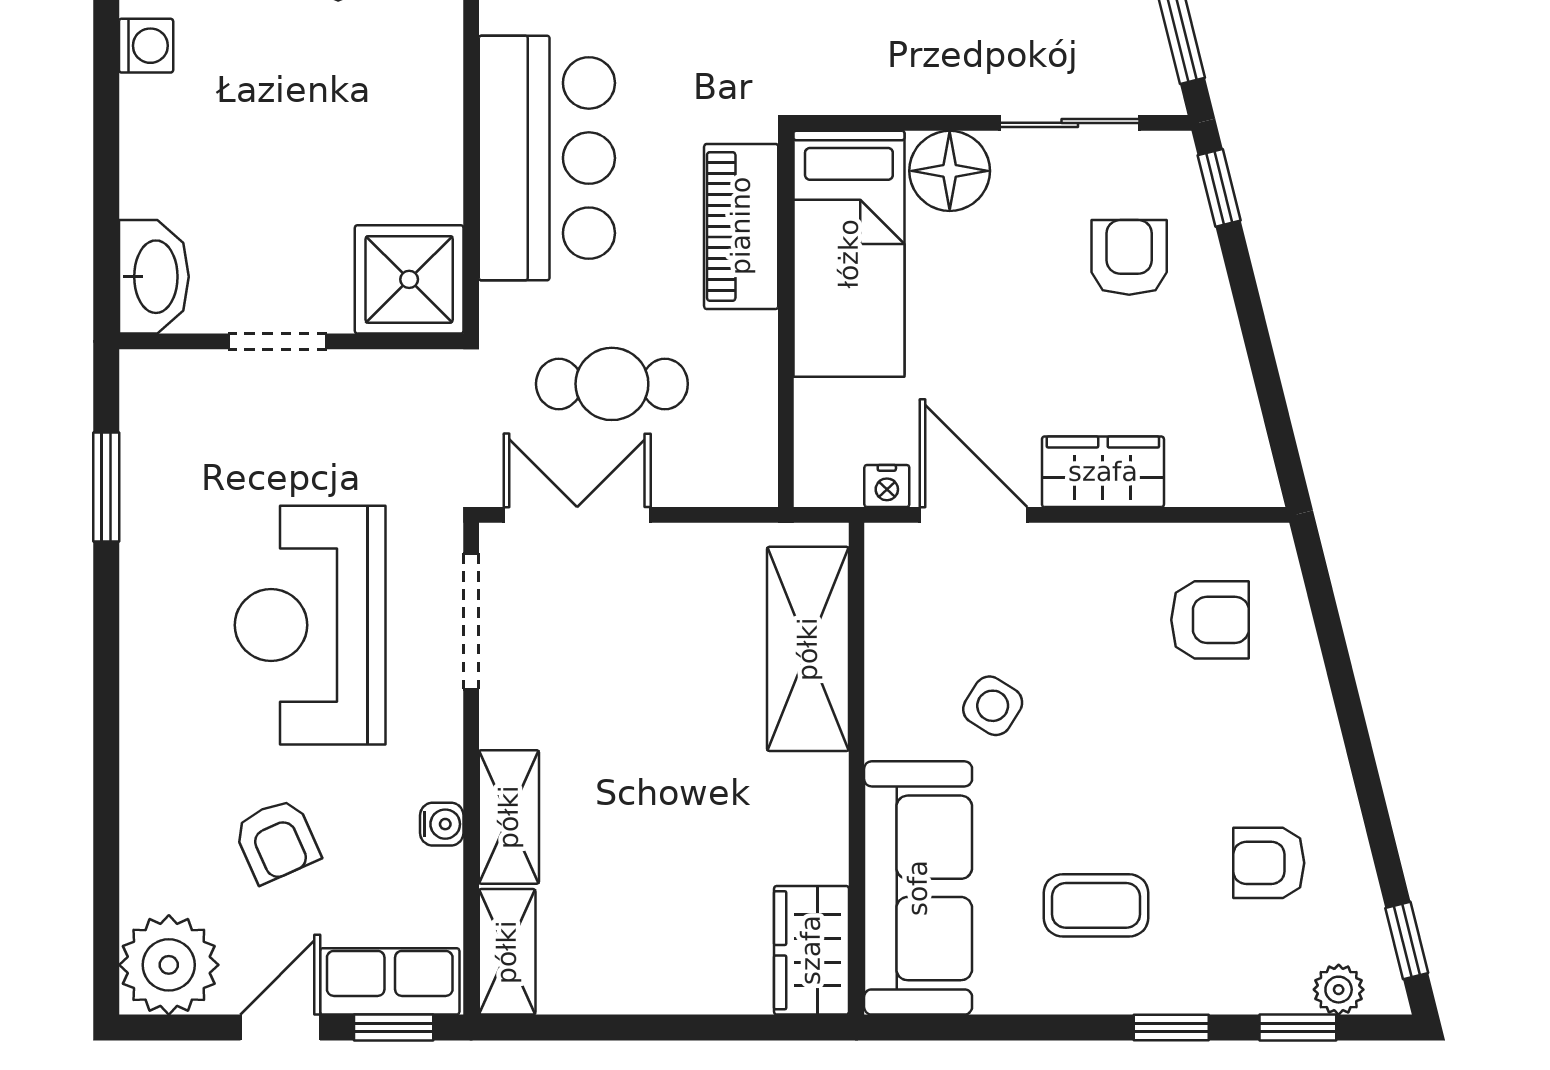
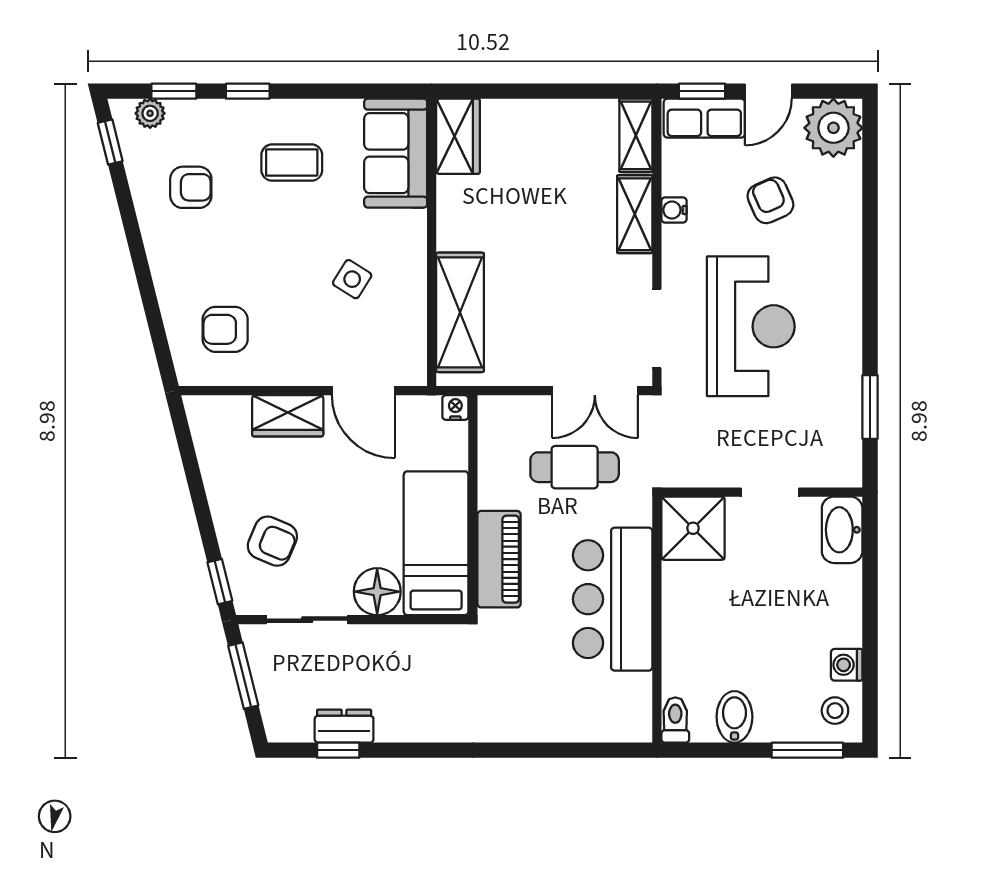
armchair: (1129, 257) -> (272, 541), turned -67
nightstand: (887, 486) -> (455, 408), moved
sofa: (918, 888) -> (396, 153), width x0.73

